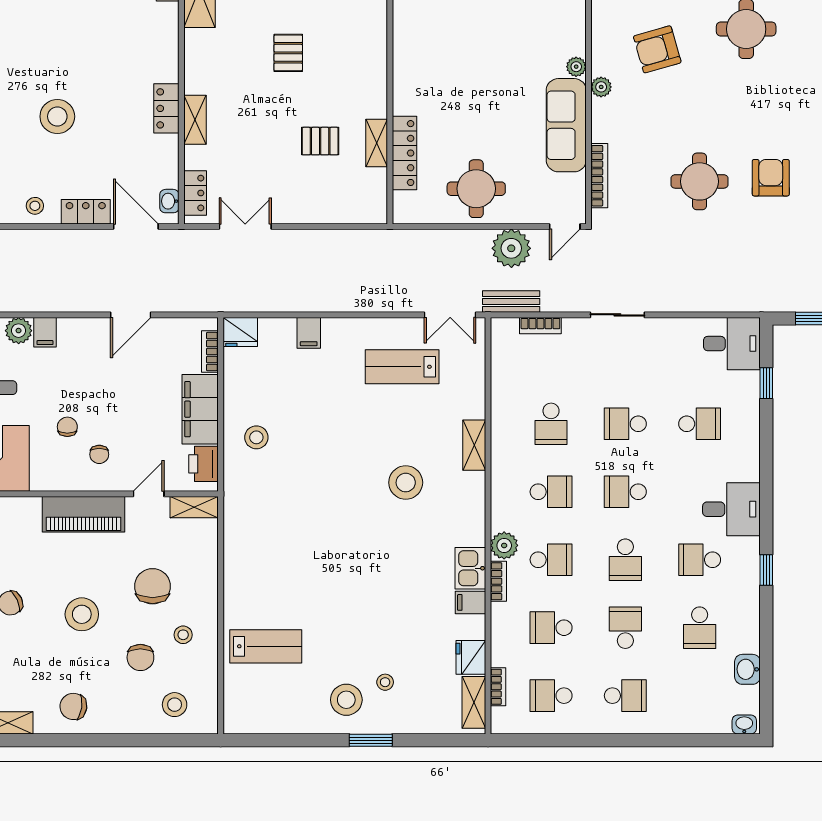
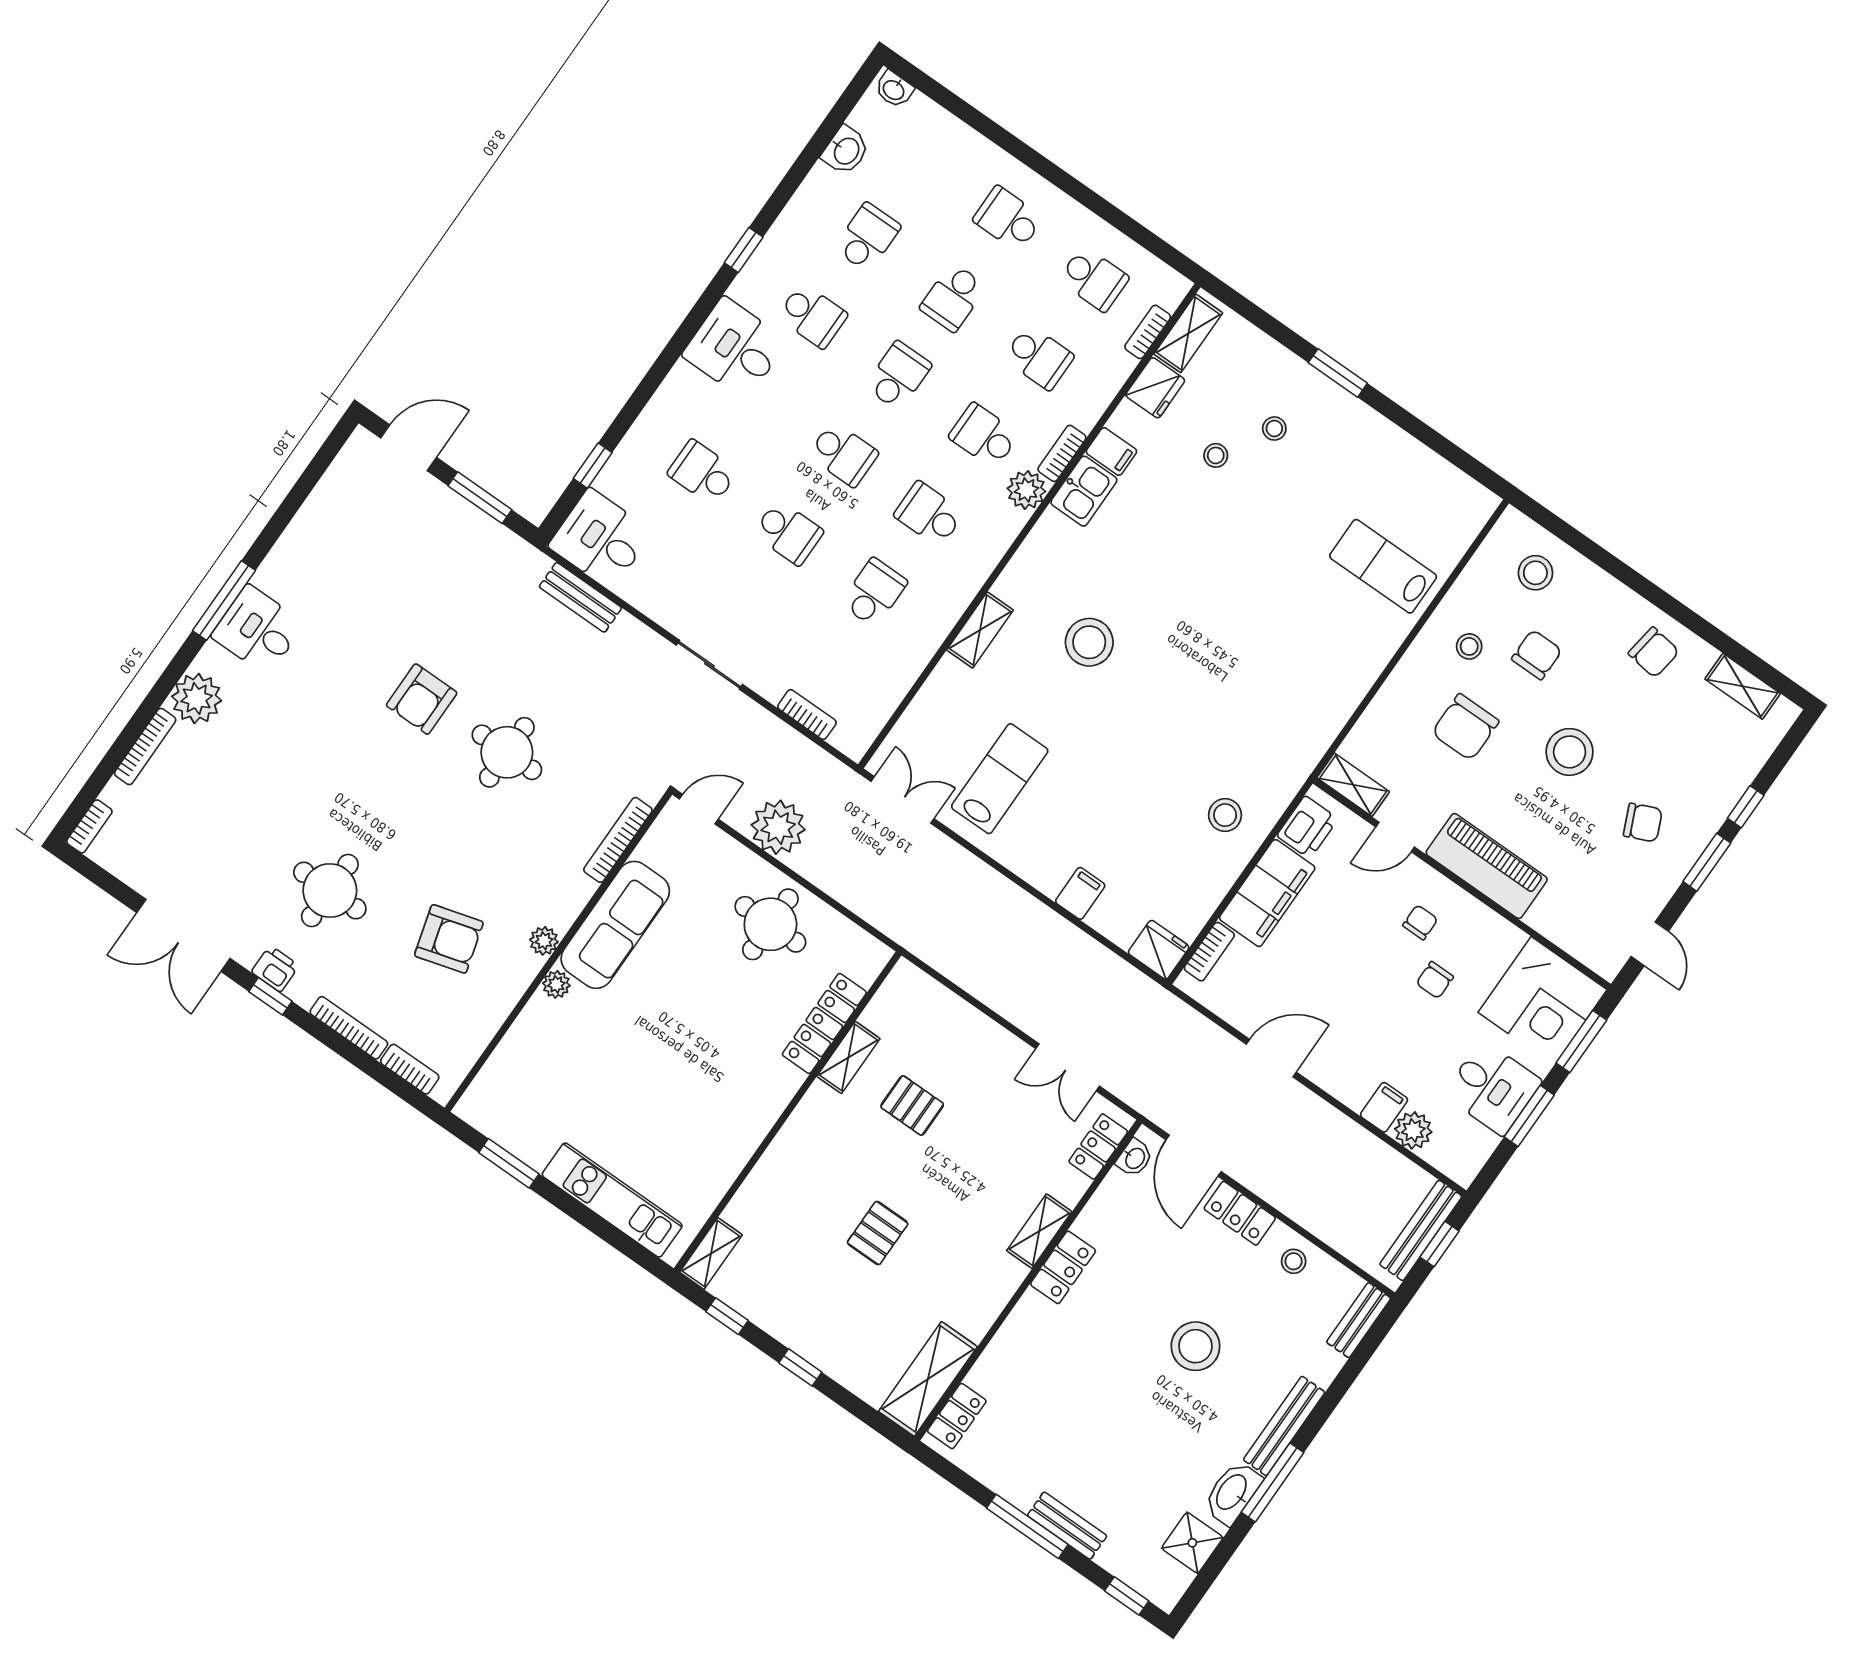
bench: (511, 301) -> (580, 597), moved
lab bench: (402, 367) -> (1000, 779), turned -90
stool: (346, 700) -> (1216, 455), moved, width x0.53, depth x0.53

